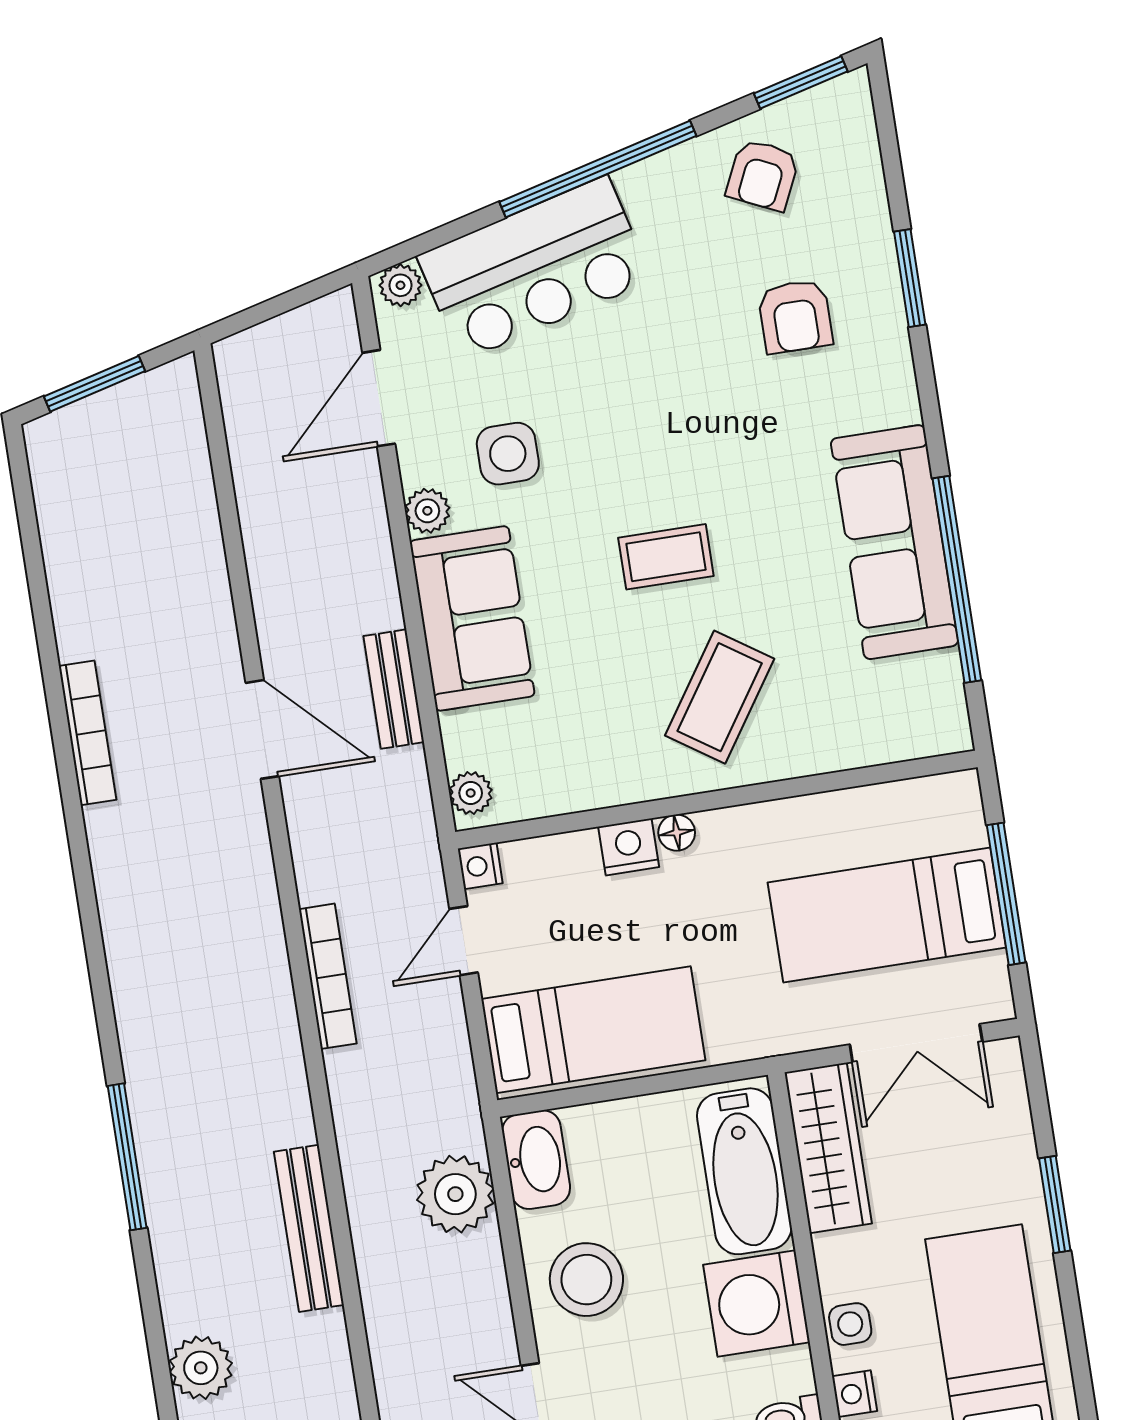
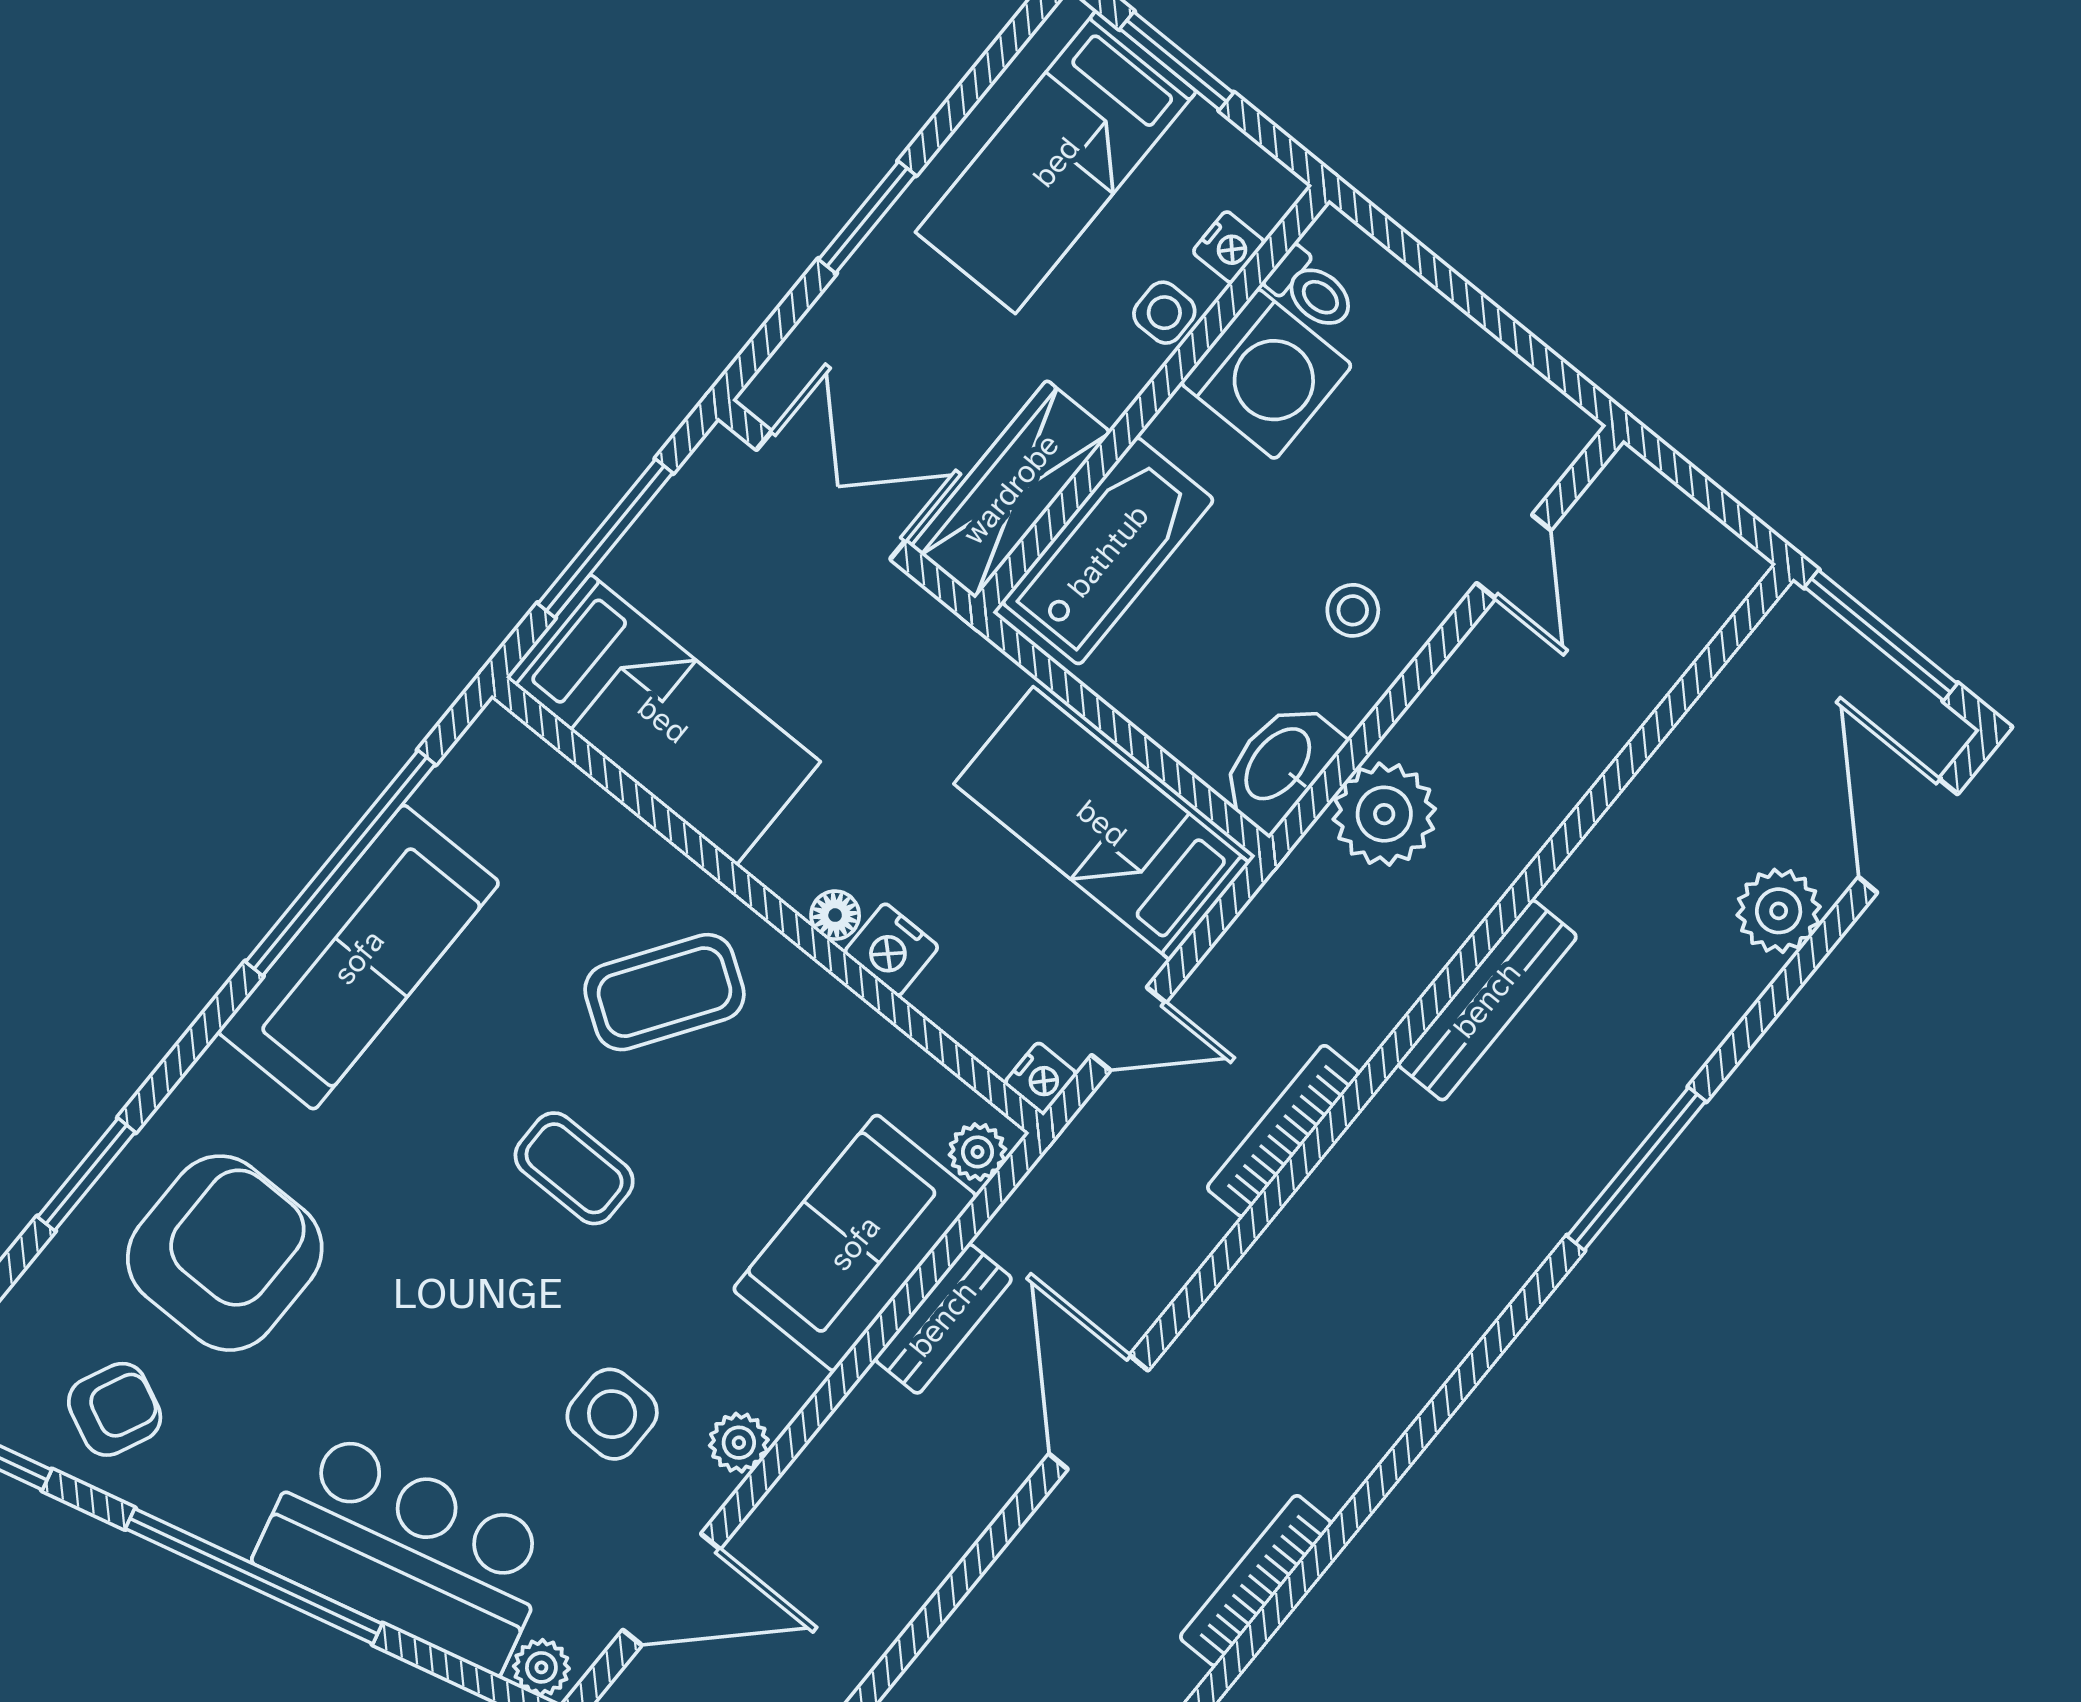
armchair: (795, 316) -> (225, 1253), width x1.88, depth x1.88
sofa: (472, 618) -> (855, 1243), moved
bed: (887, 915) -> (663, 720), moved
bench: (309, 1228) -> (1487, 1000), moved
stool: (586, 1280) -> (1353, 610), width x0.53, depth x0.53
washing machine: (757, 1304) -> (1266, 374), moved

